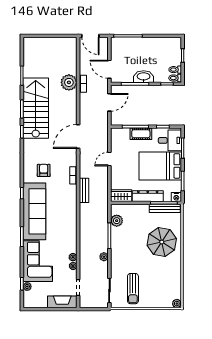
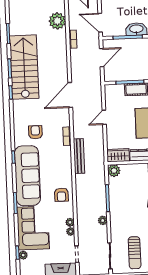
plant: (69, 82) -> (57, 21), moved
bench: (84, 190) -> (79, 156), width x1.36
plant: (117, 221) -> (114, 171), moved
armchair: (66, 231) -> (61, 195), added

